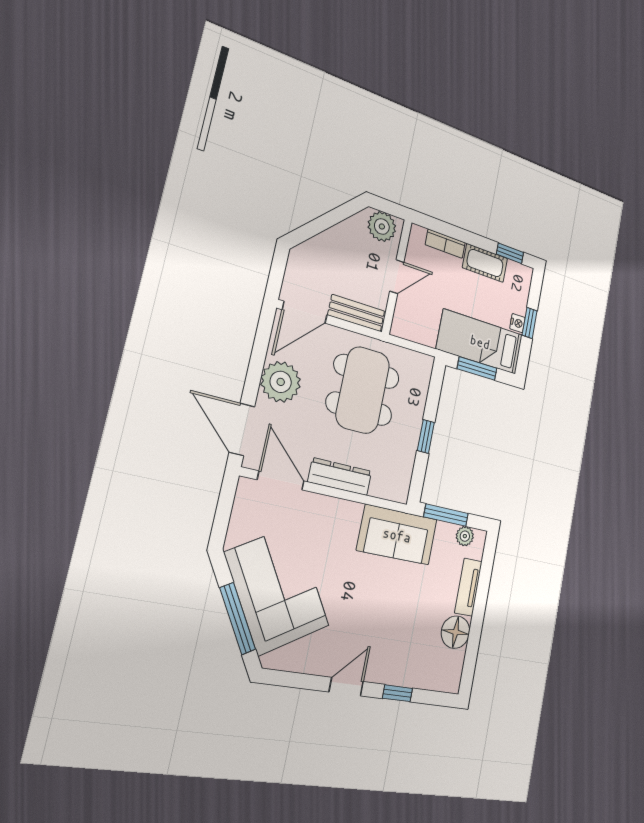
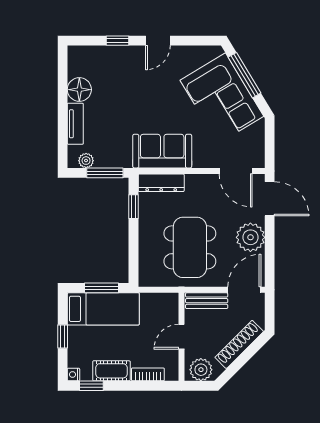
shoe rack: (327, 242) -> (239, 344), added
nightstand: (517, 323) -> (73, 374), moved
window: (426, 437) -> (134, 207), moved
dresser: (340, 477) -> (161, 183), moved
sofa: (397, 535) -> (162, 151), moved

